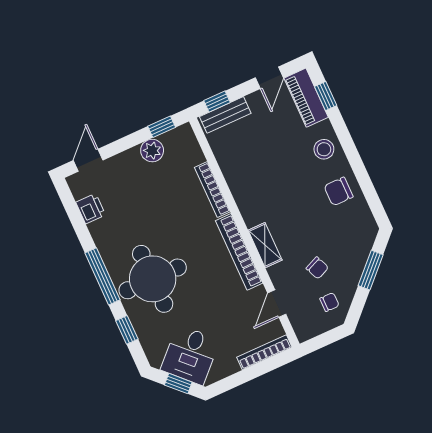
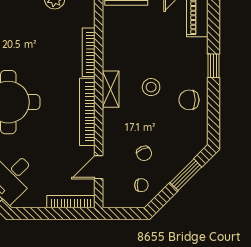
window: (326, 96) -> (214, 66), moved
stool: (324, 149) -> (151, 87), moved
shelving: (265, 245) -> (111, 89), moved

